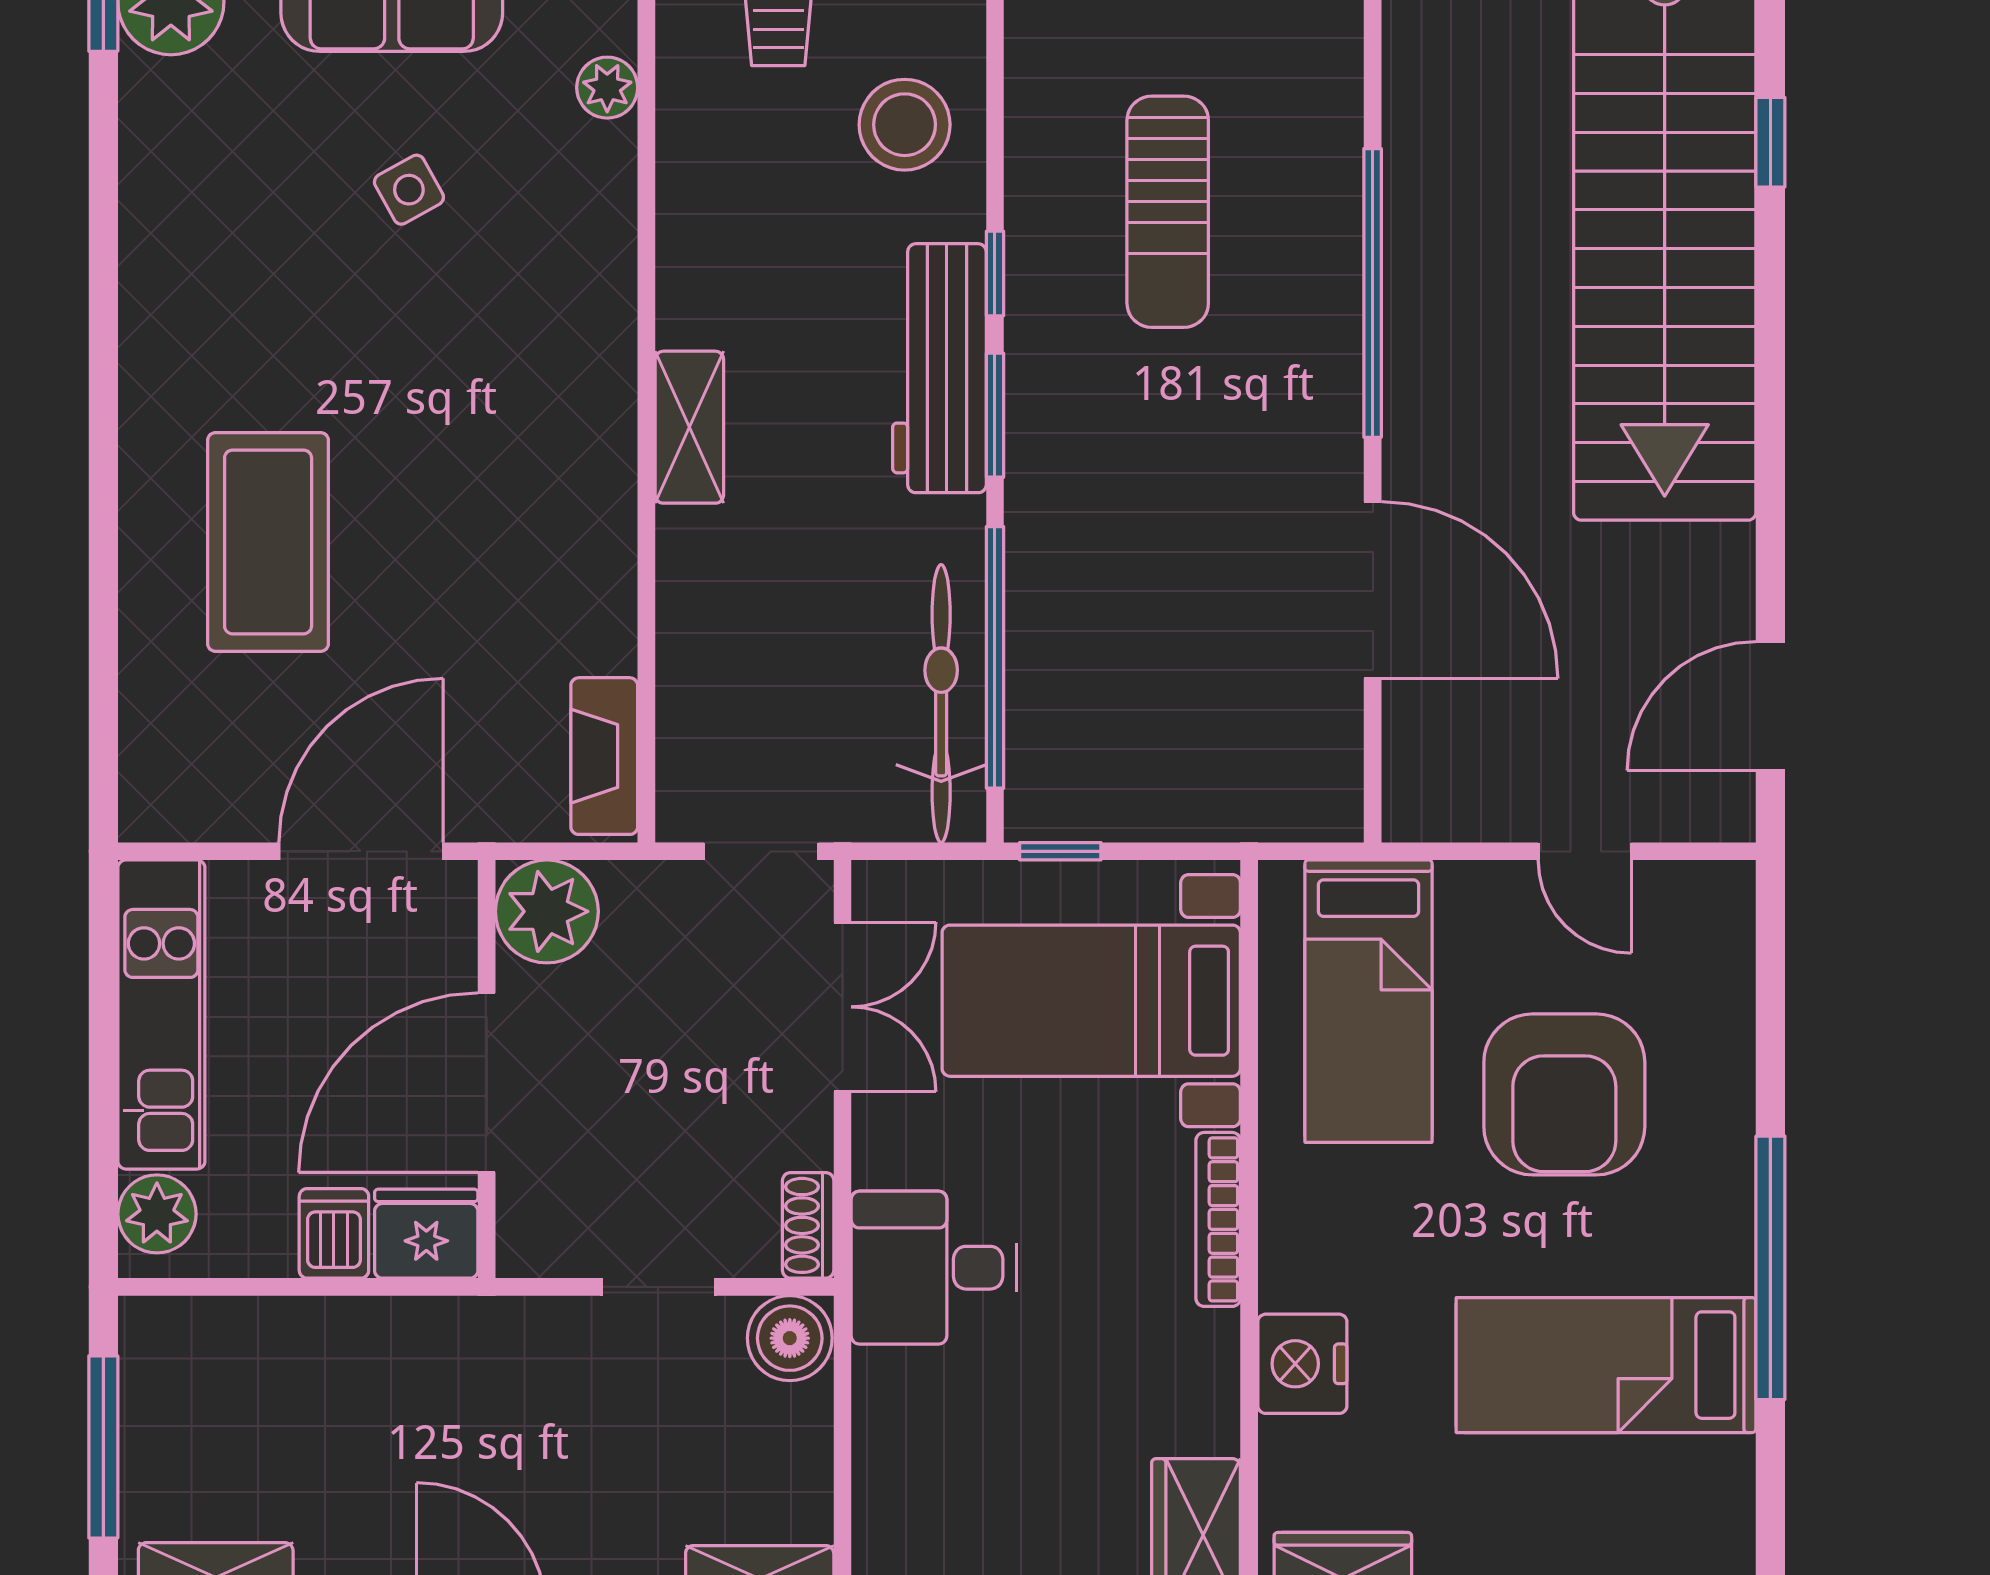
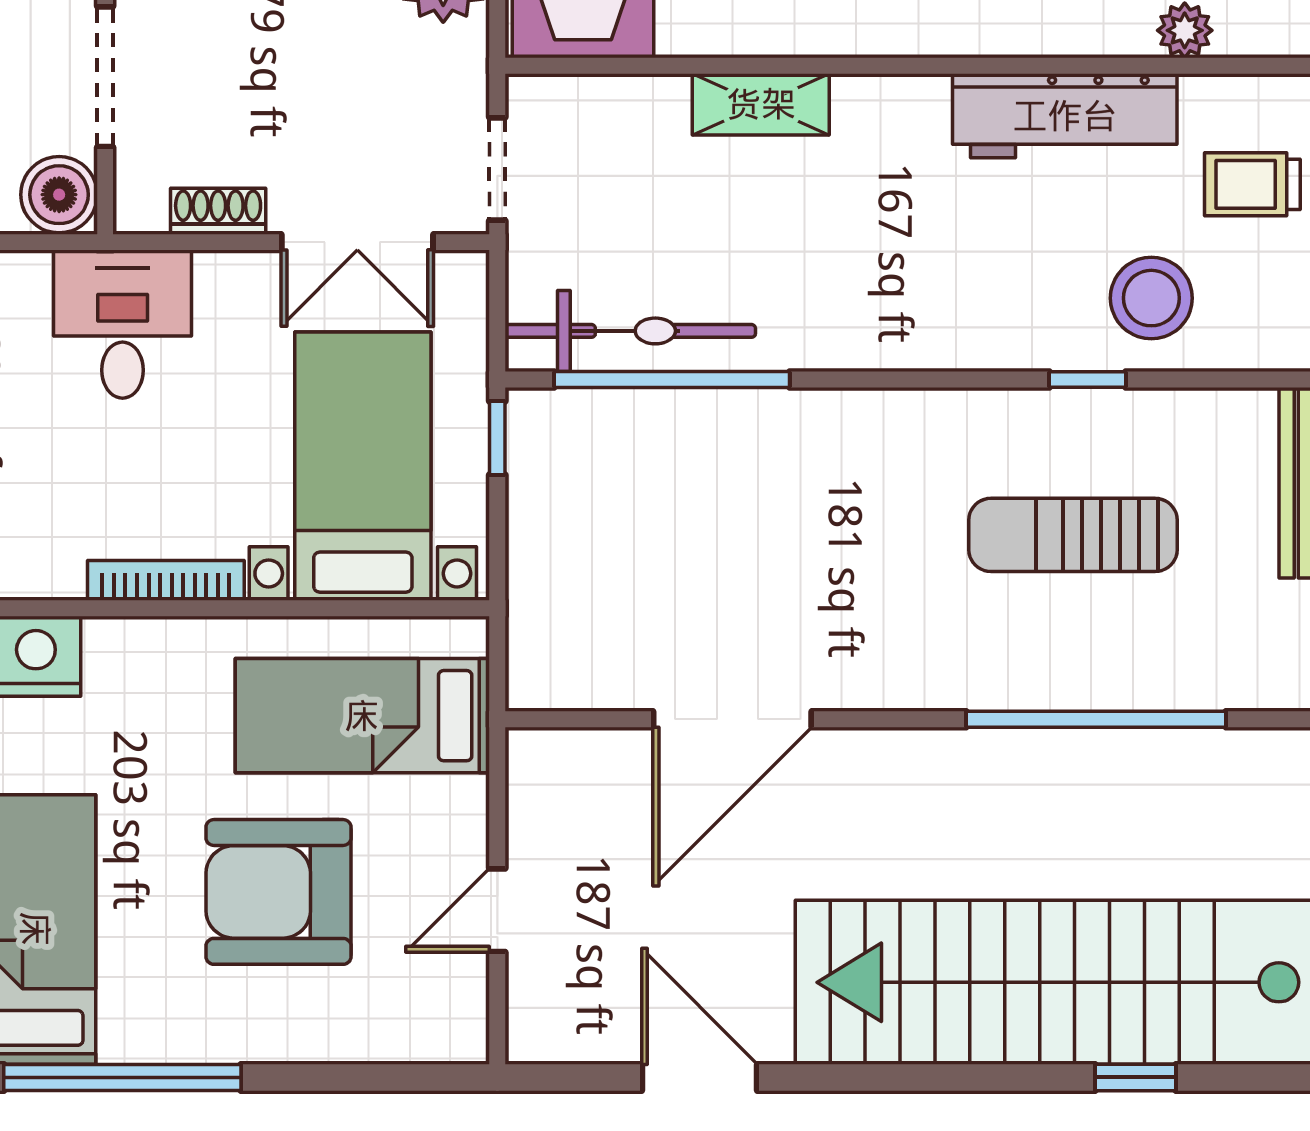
window: (995, 274) -> (1087, 379), moved
window: (1373, 293) -> (1096, 719), moved
workbench: (939, 368) -> (1065, 116), moved, turned 180
window: (995, 415) -> (890, 379), removed
shelving: (689, 427) -> (761, 104), moved
door: (1770, 706) -> (700, 1077), moved
shoe rack: (808, 1225) -> (218, 211), moved
doorway: (659, 1287) -> (105, 77), width x1.38

